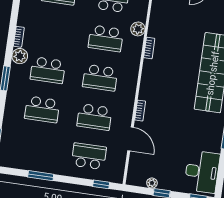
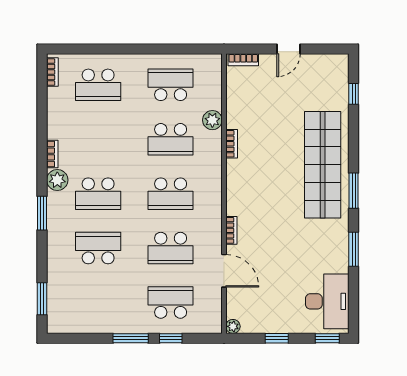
school desk: (42, 109) -> (98, 248), turned 180
window: (41, 176) -> (131, 338), moved
plant: (152, 183) -> (233, 326), moved
window: (101, 184) -> (171, 338), moved

